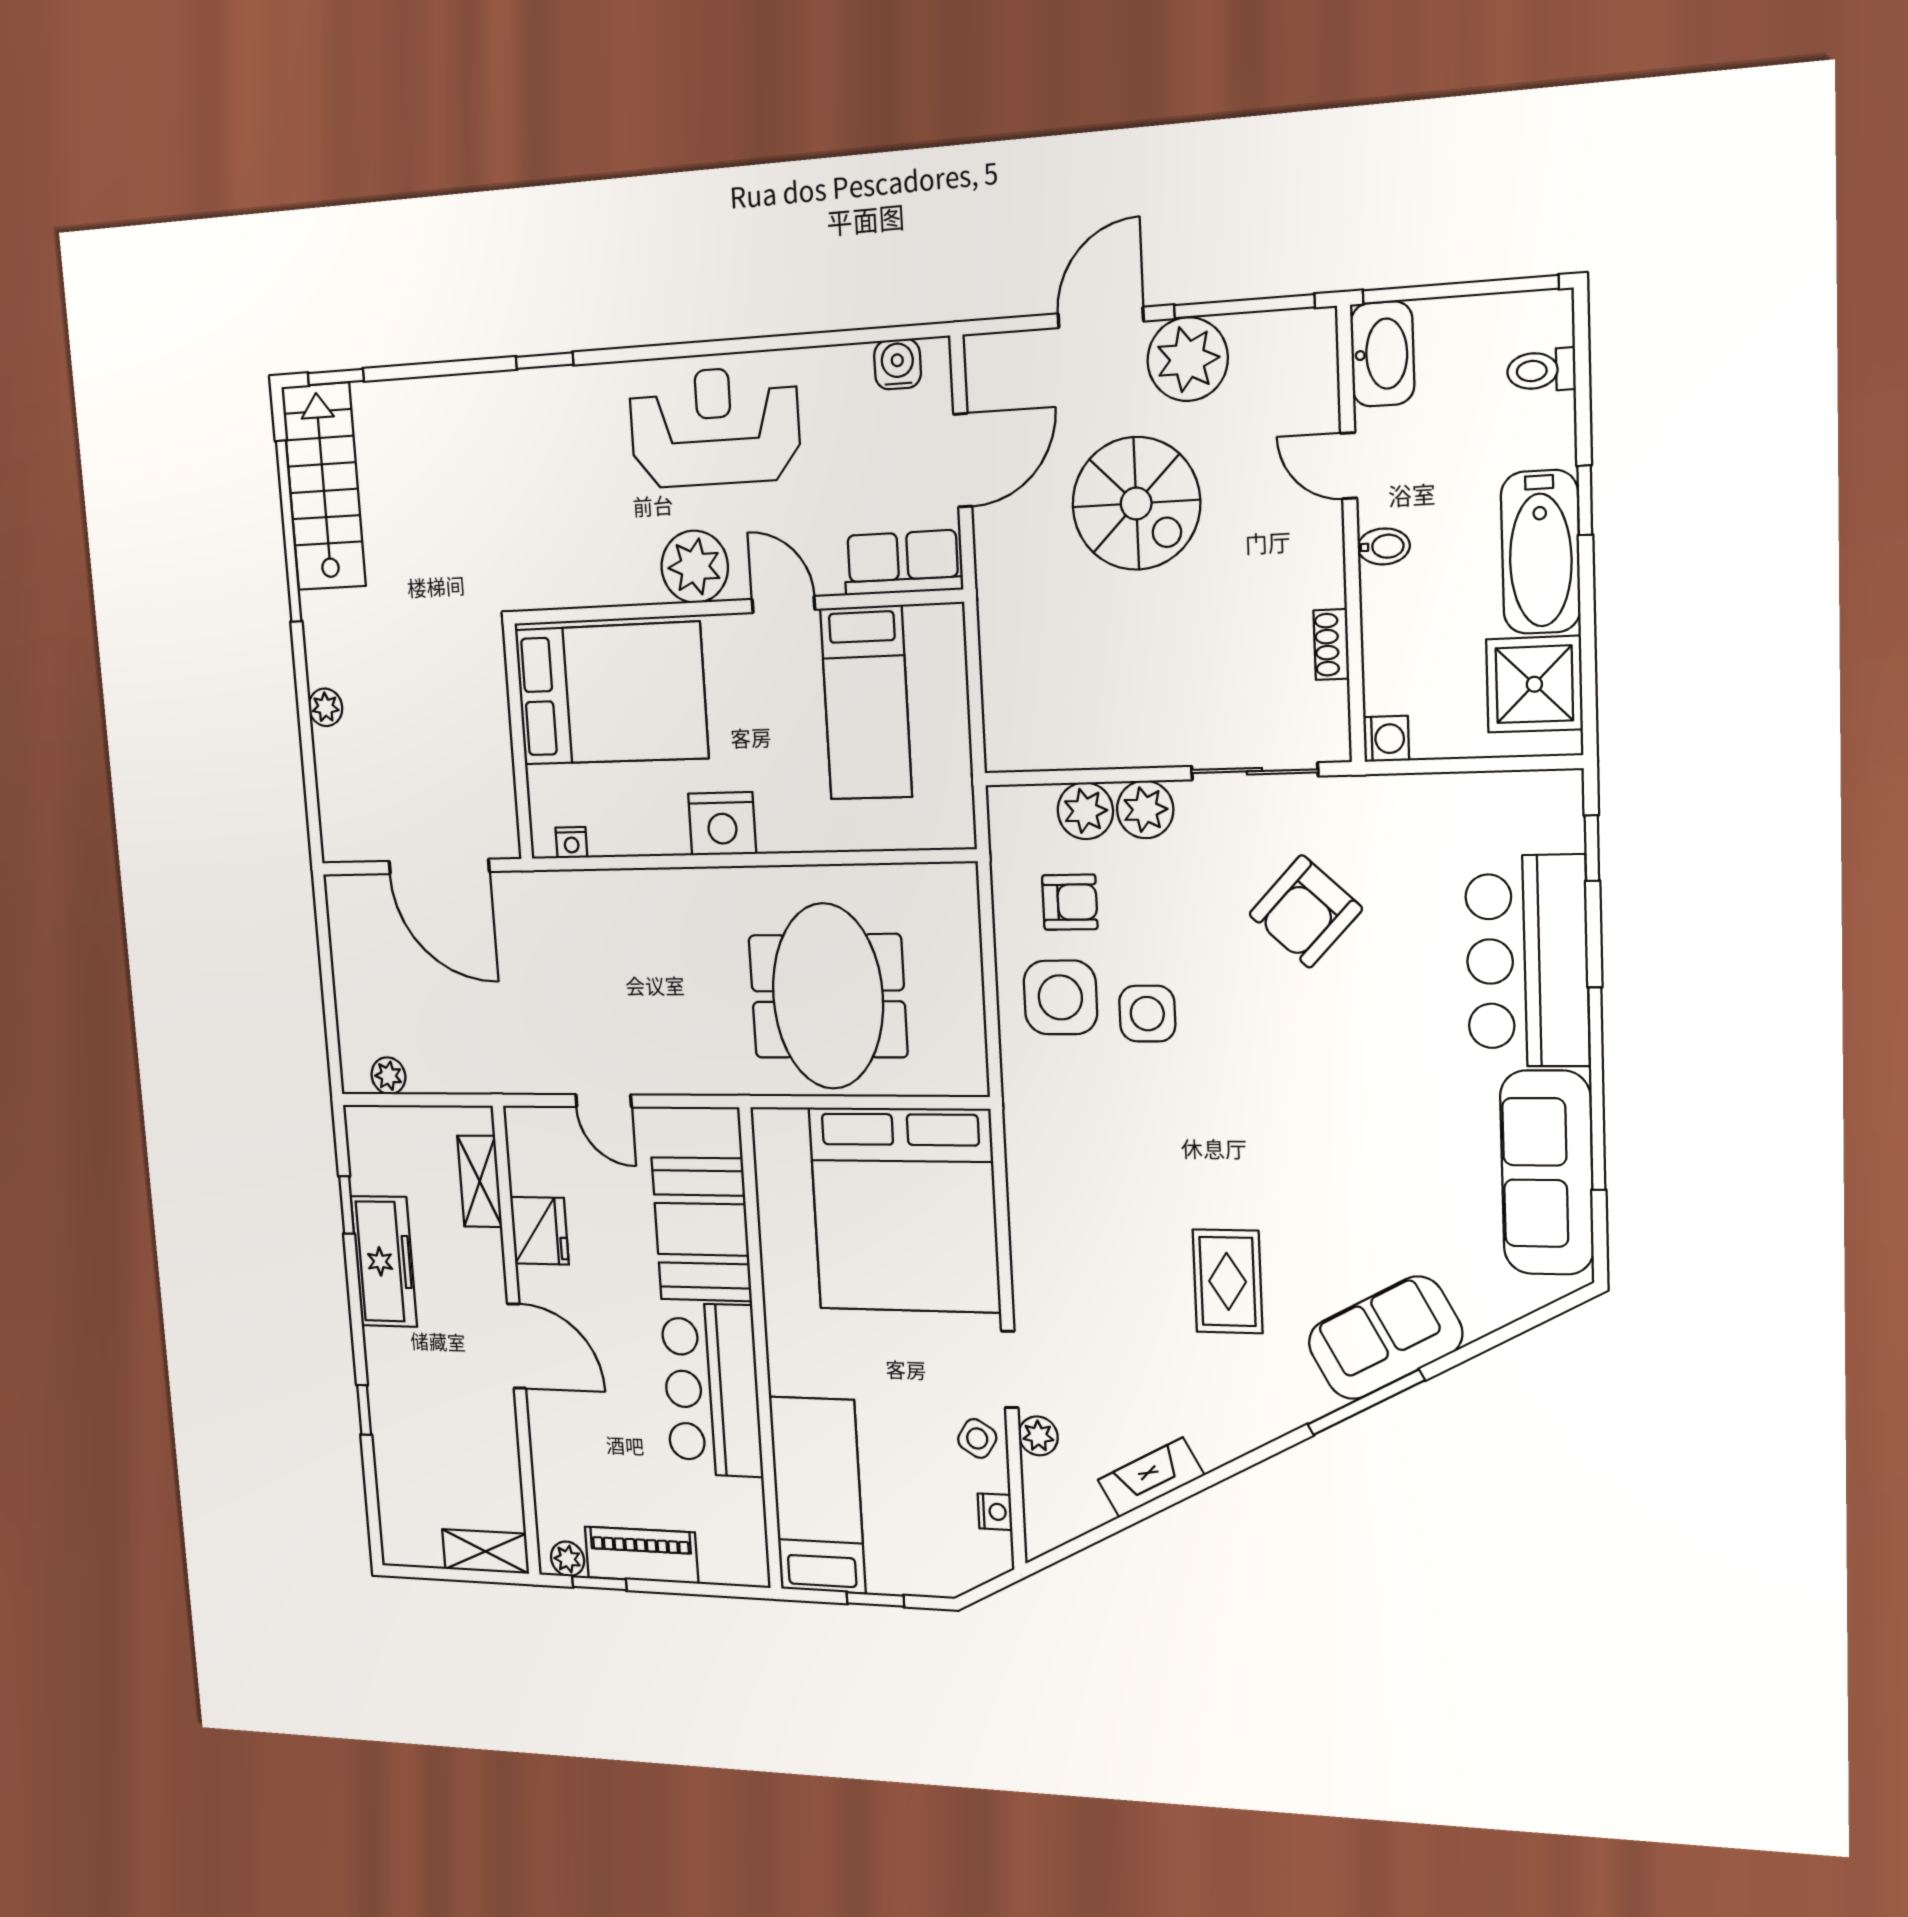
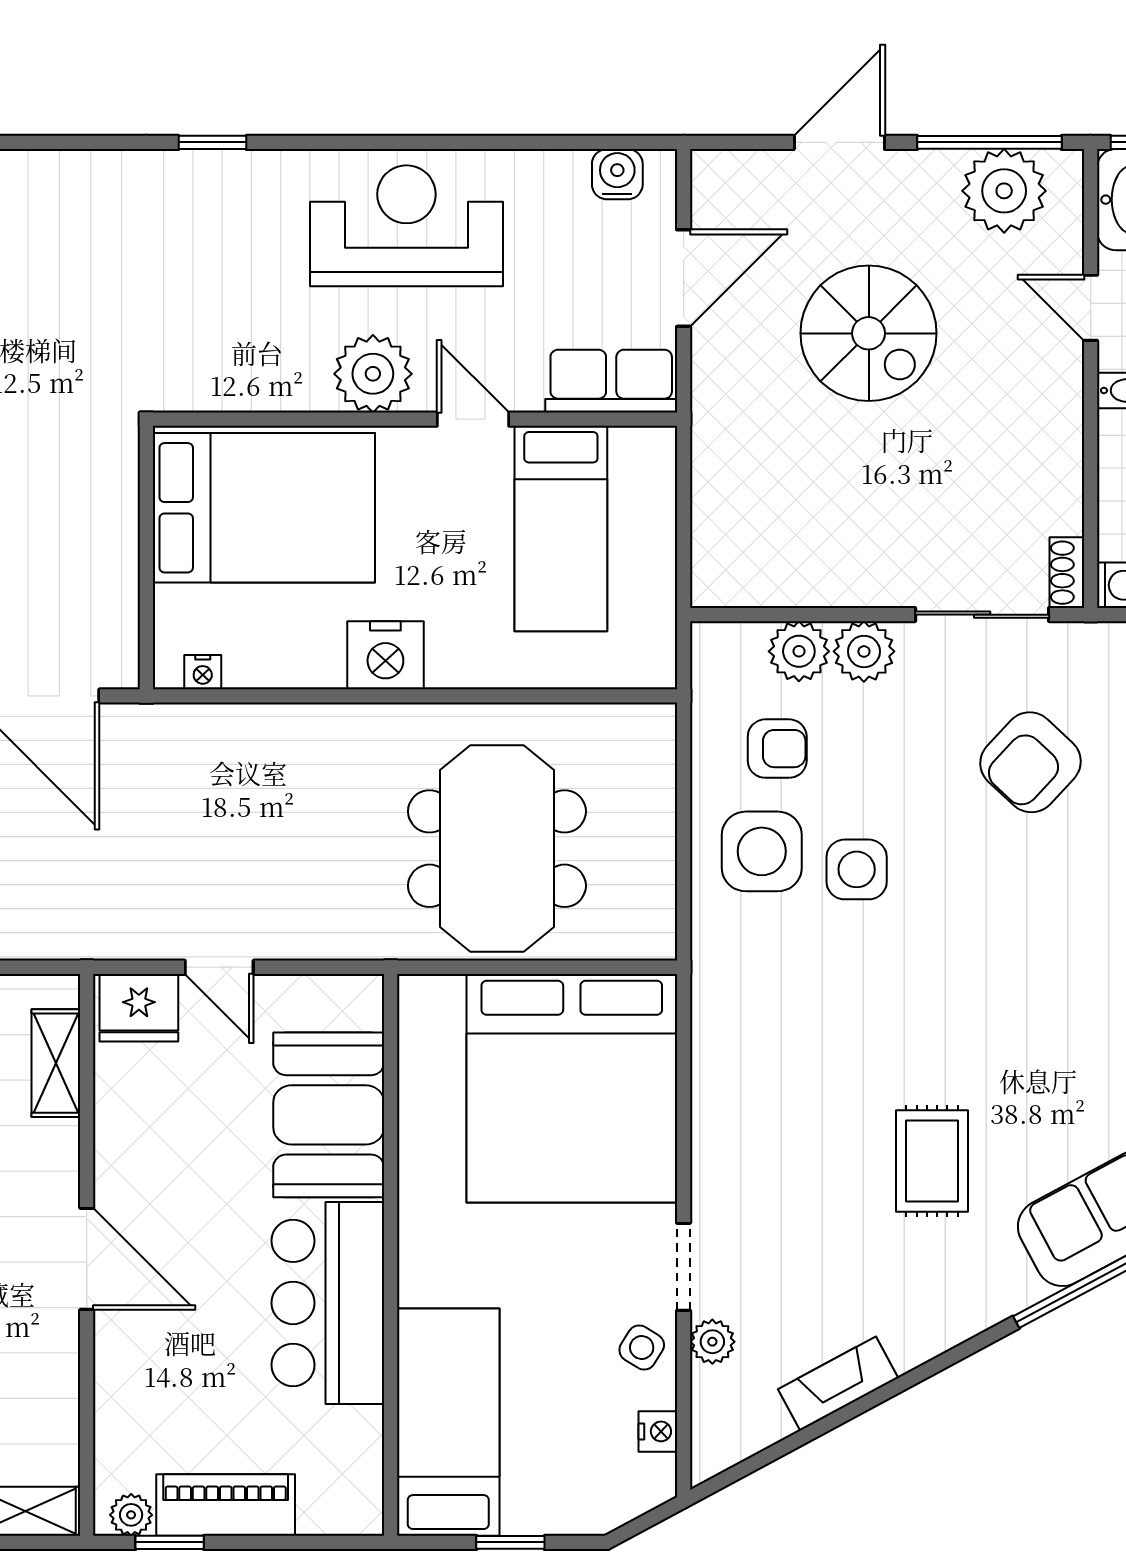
plant: (1188, 359) -> (1004, 191), moved
shoe rack: (1331, 644) -> (1067, 573), moved
fridge: (539, 1231) -> (139, 1008), moved, turned 90

